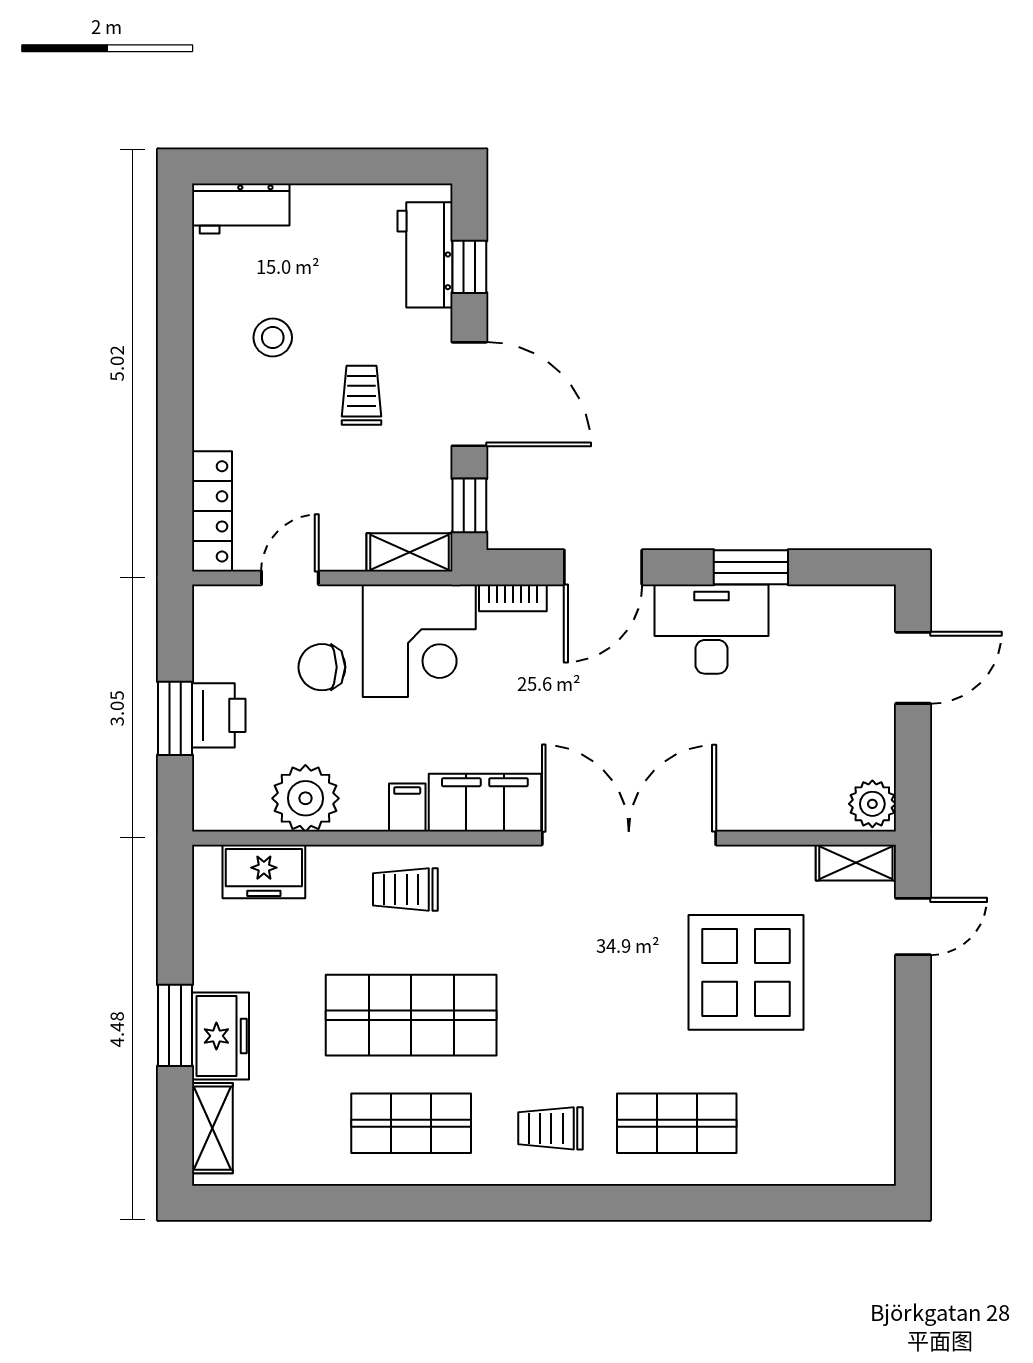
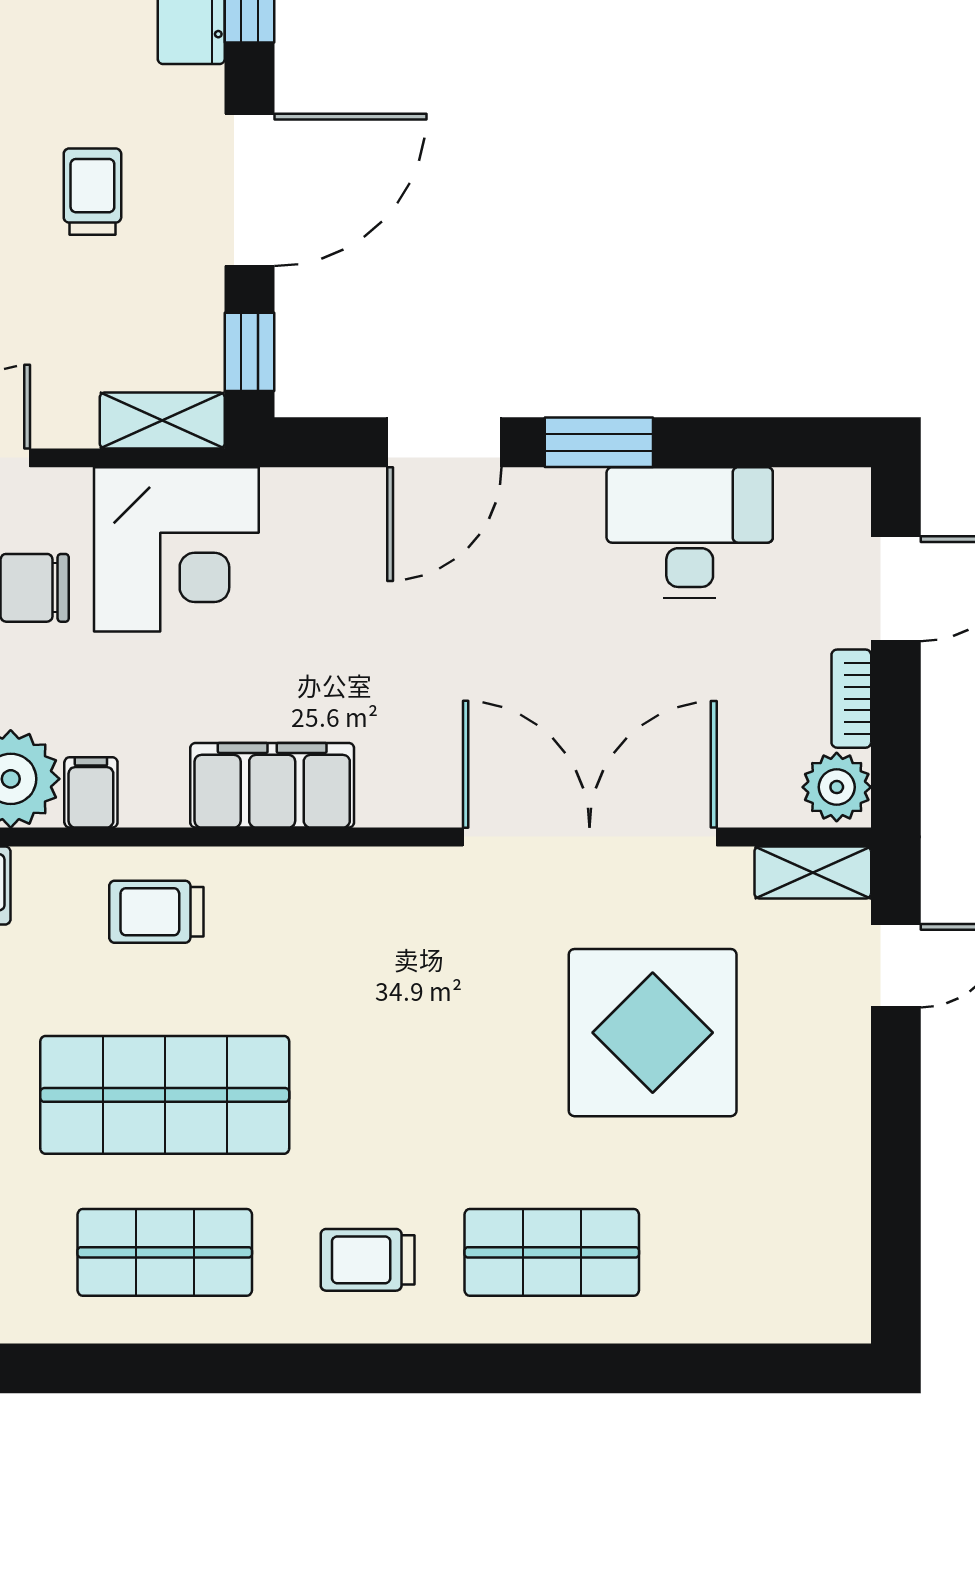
door: (469, 394) -> (249, 190), hinge flipped
window: (751, 567) -> (599, 442), moved
bookcase: (513, 598) -> (851, 699), moved, turned 90
desk: (711, 629) -> (690, 532), moved
filing cabinet: (407, 808) -> (91, 792), moved
double door: (629, 838) -> (590, 837), moved

